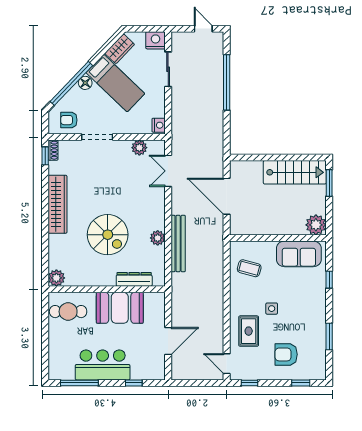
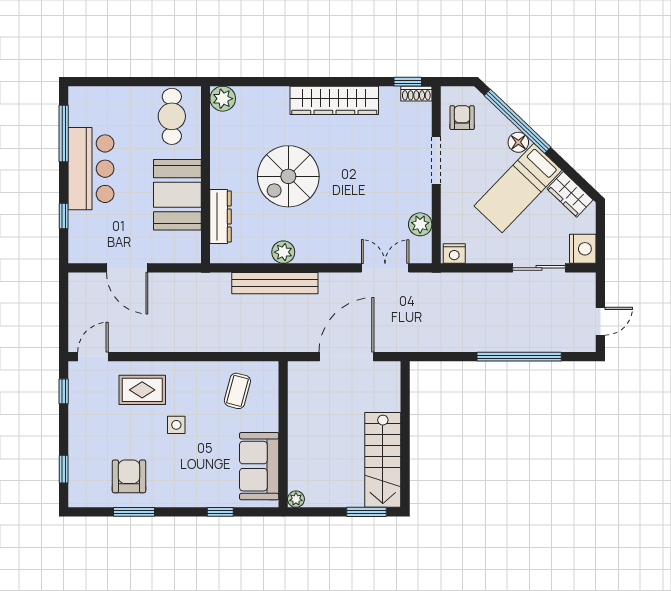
plant: (316, 225) -> (296, 499), width x0.53, depth x0.53
armchair: (286, 354) -> (129, 476), moved

